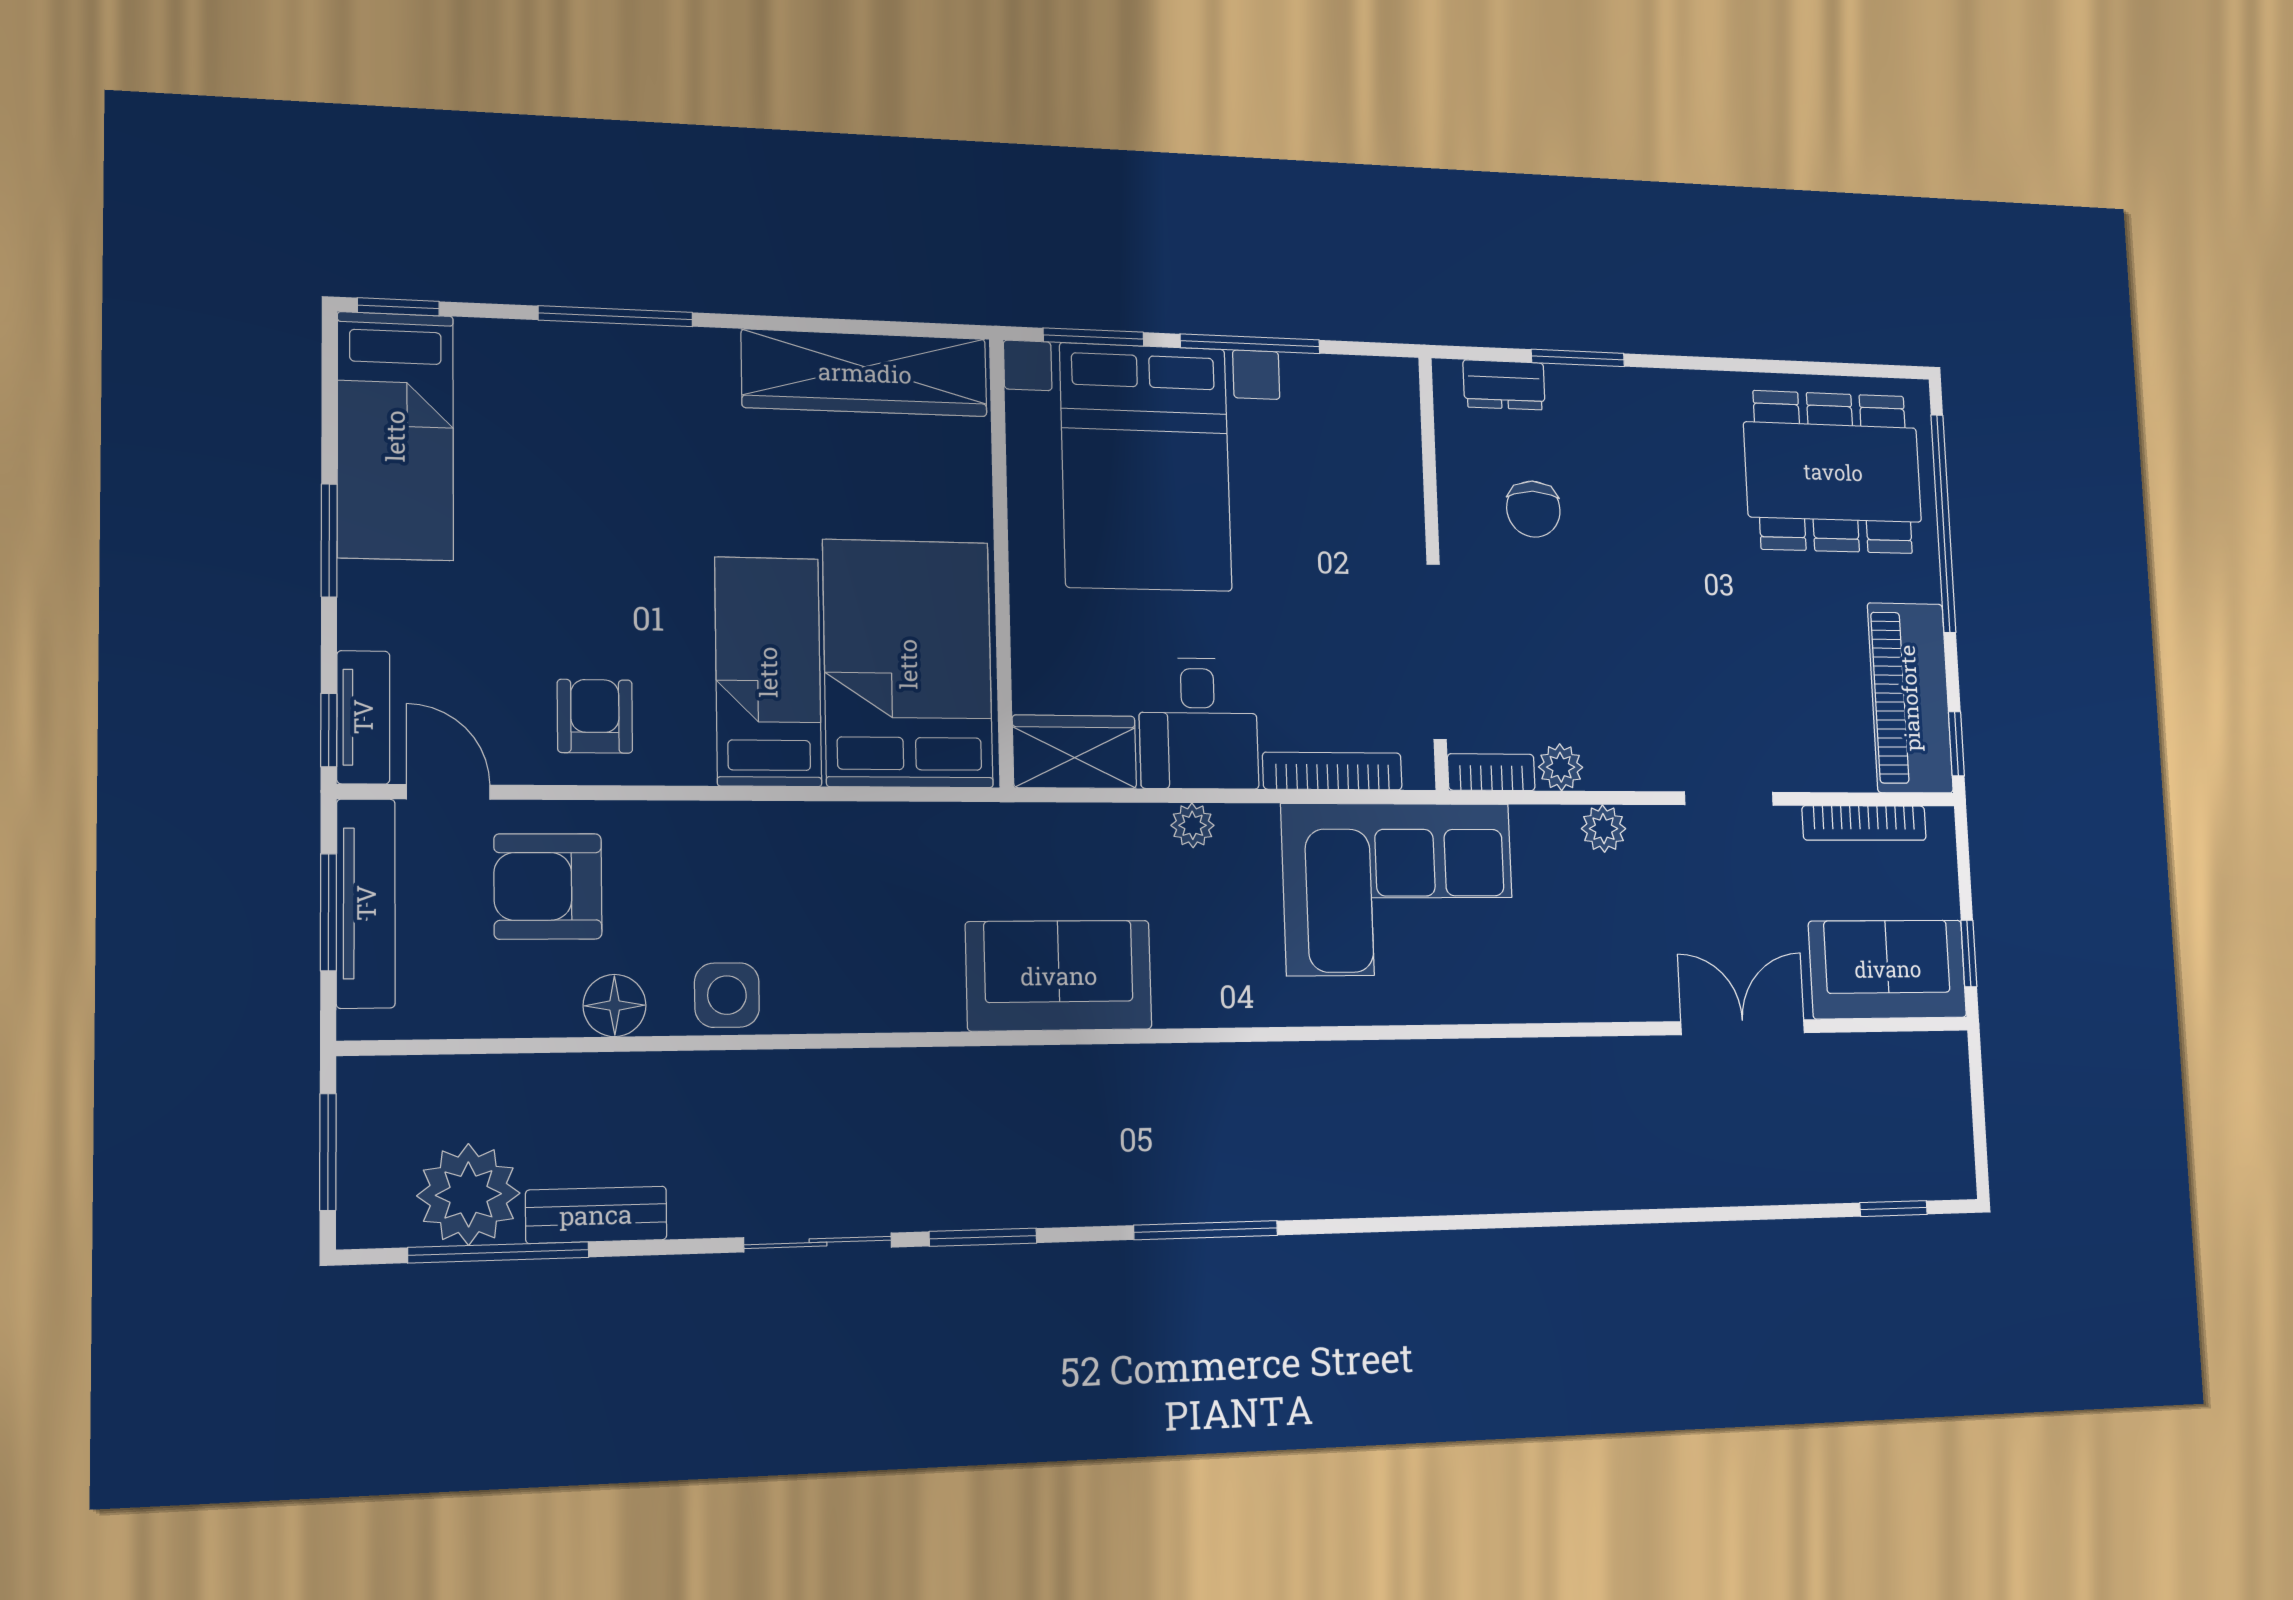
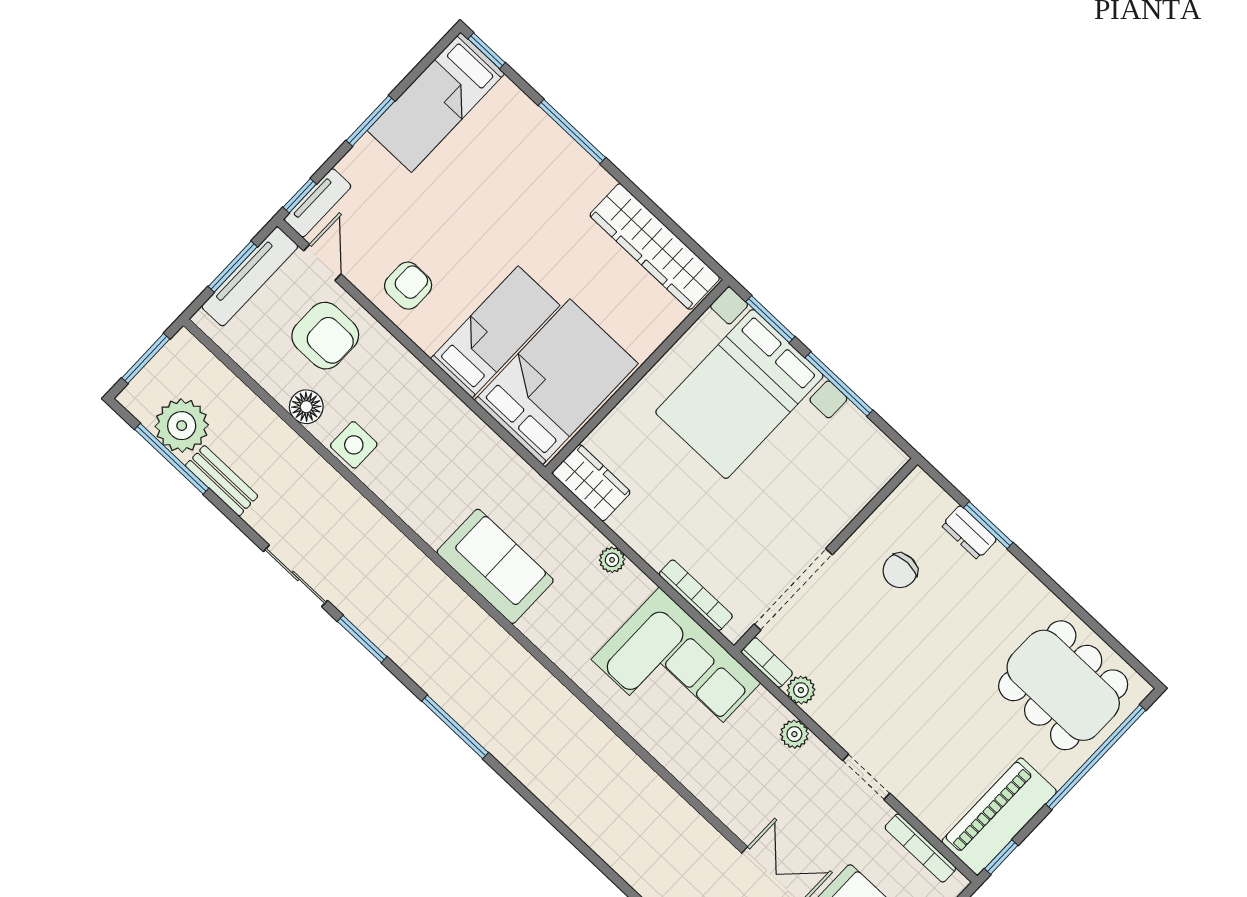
dresser: (1504, 385) -> (969, 532), moved
desk: (1198, 723) -> (656, 521), removed
armchair: (548, 886) -> (325, 336), turned 180

